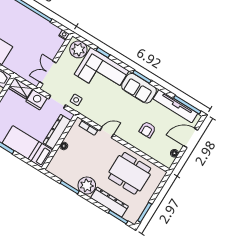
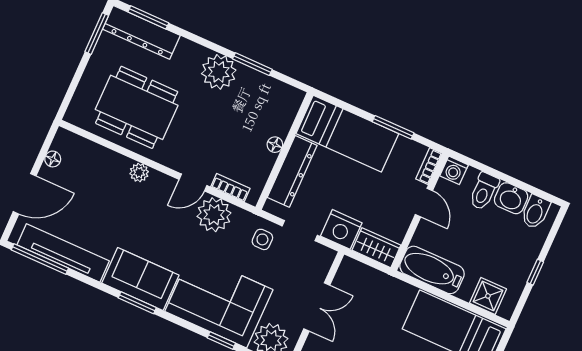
double door: (48, 72) -> (317, 307), moved
plant: (98, 115) -> (214, 215), added
armchair: (147, 130) -> (113, 199), removed
plant: (133, 141) -> (139, 173), added
dresser: (109, 202) -> (141, 32), moved

